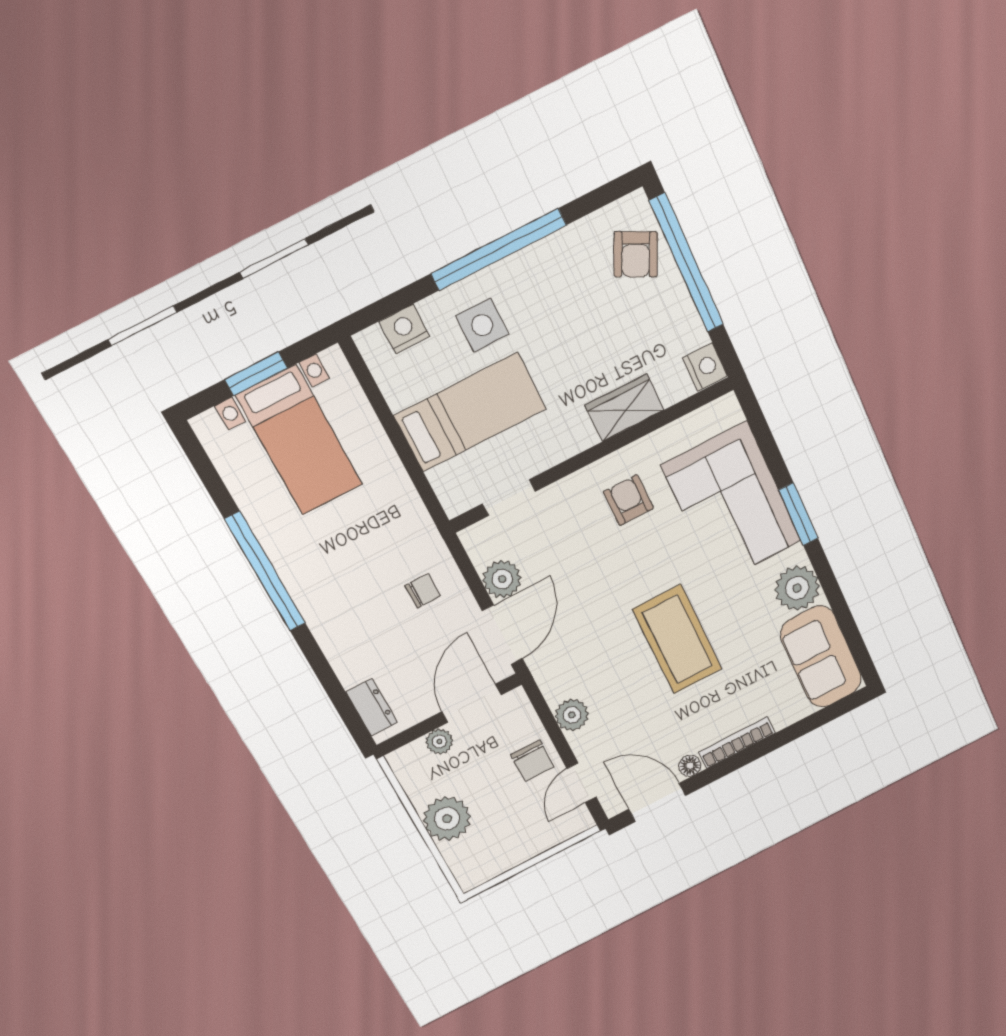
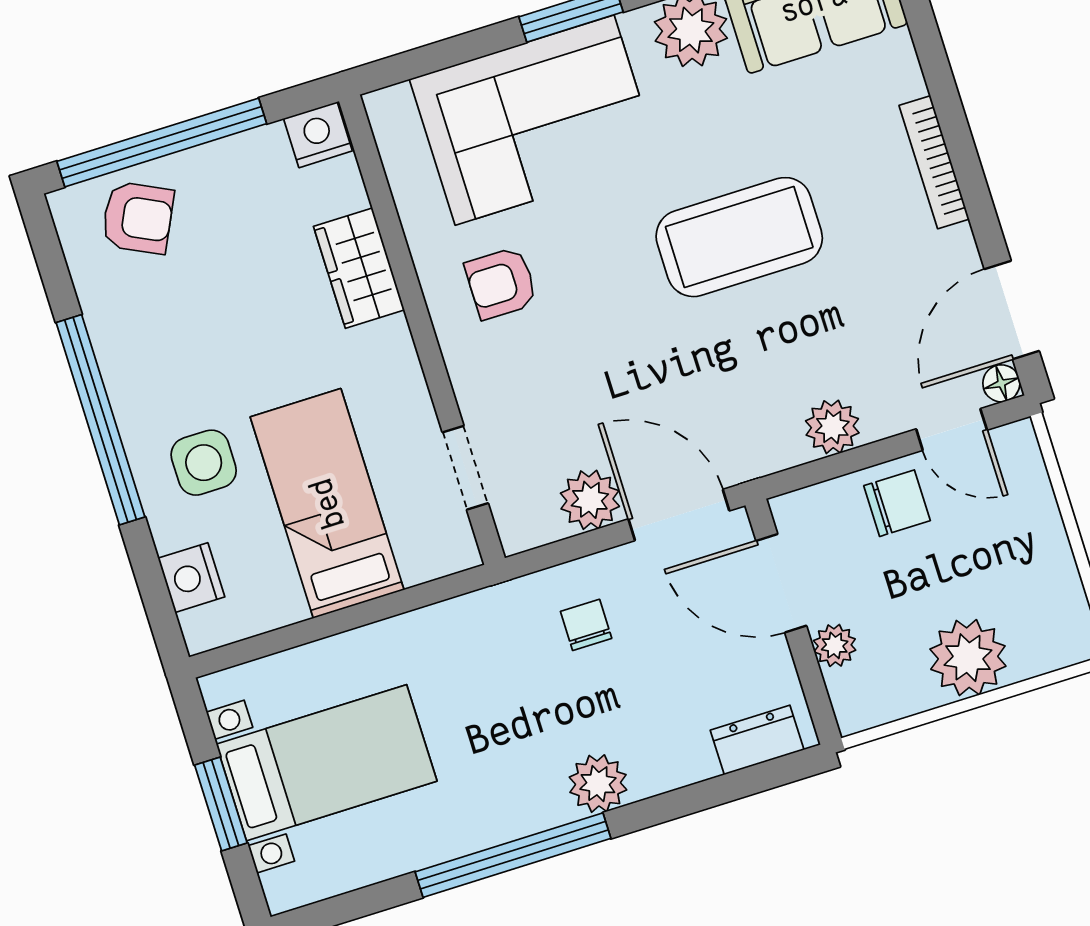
plant: (323, 616) -> (598, 784), added
floor lamp: (690, 766) -> (1001, 383), moved

